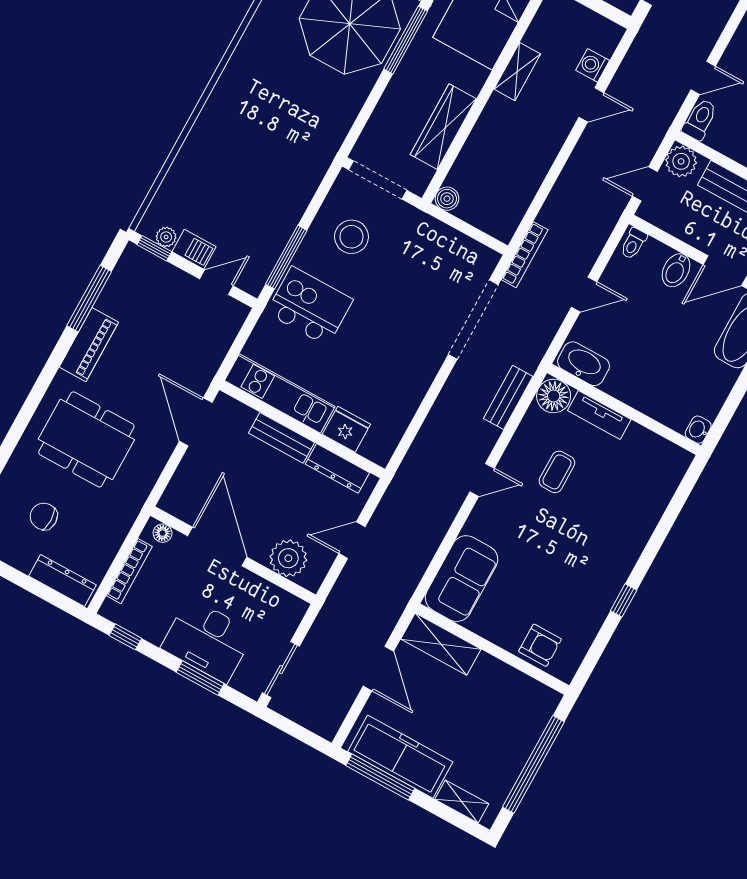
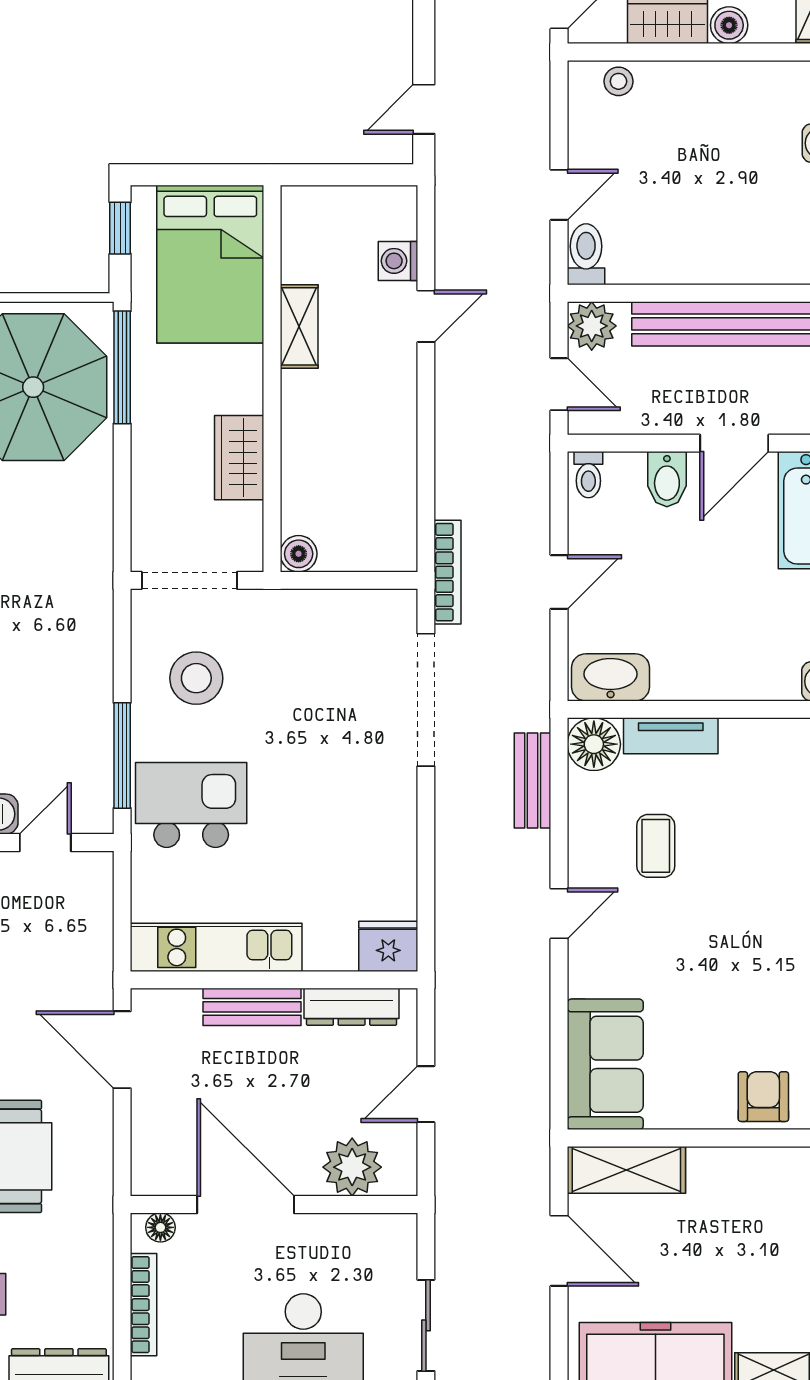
wardrobe: (443, 127) -> (239, 458), width x0.67
door: (645, 184) -> (559, 384), swing flipped
fridge: (346, 429) -> (388, 946), moved
armchair: (540, 645) -> (763, 1097), turned -90

